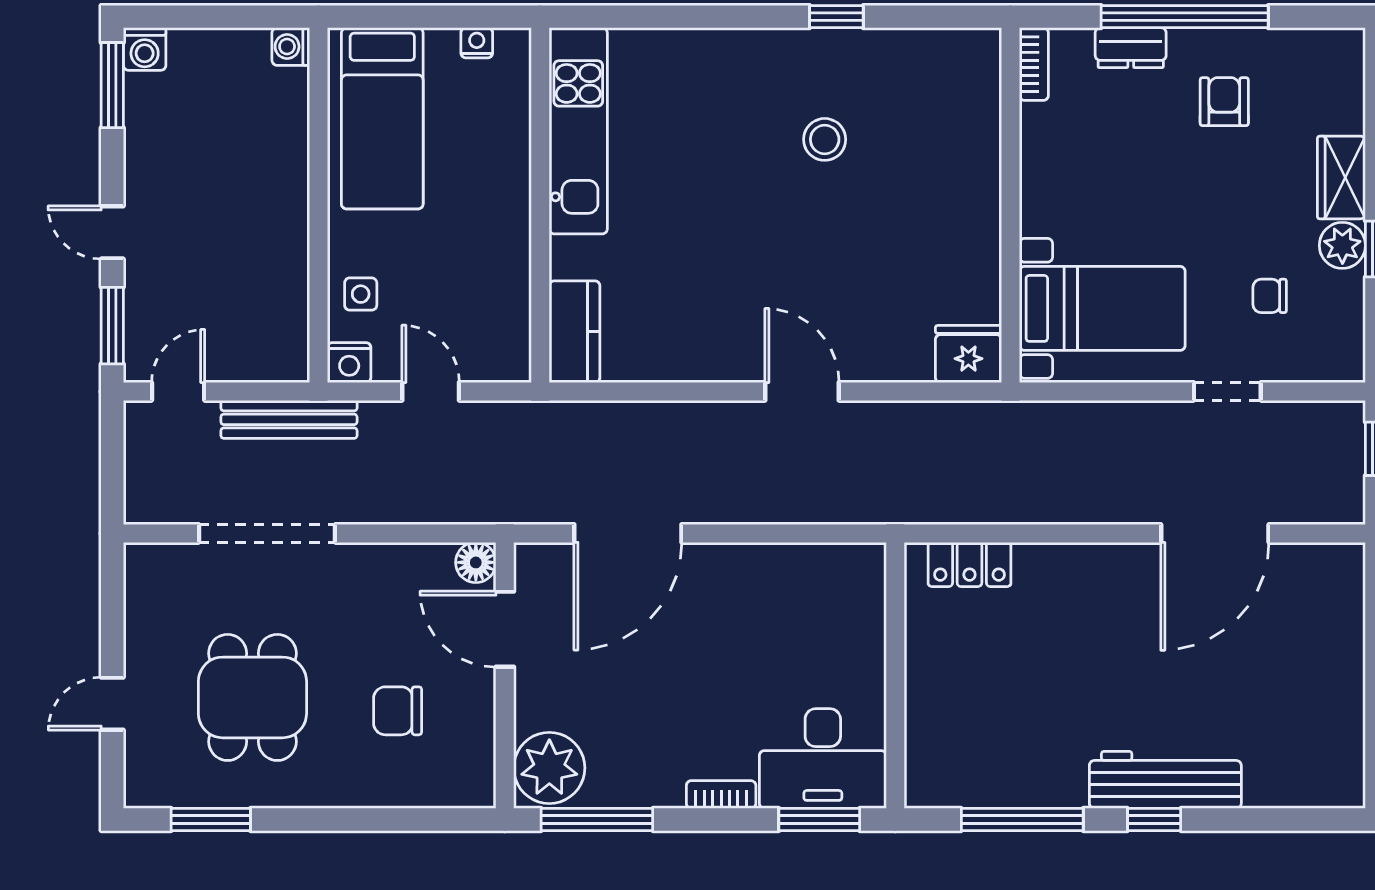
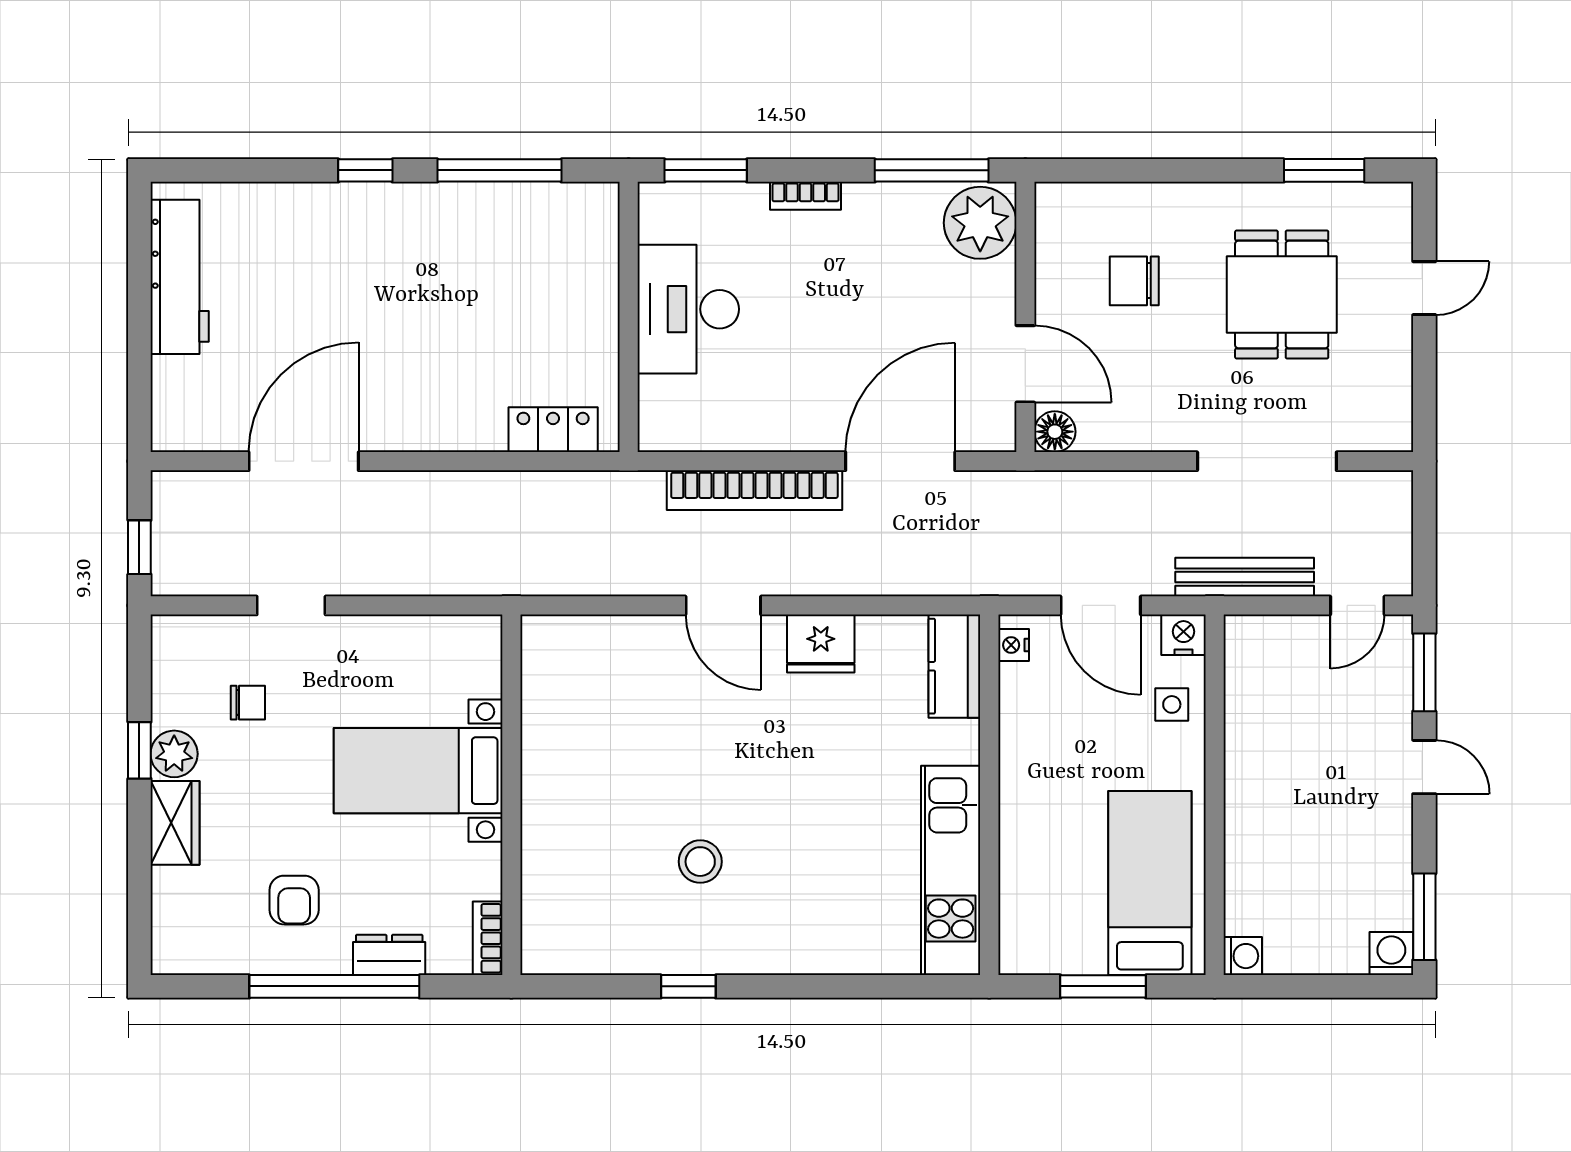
window: (428, 17) -> (1103, 986), added
nightstand: (477, 43) -> (1014, 645), moved, turned 90
bed with nightstands: (1102, 308) -> (418, 771), moved
fridge: (968, 354) -> (821, 643), moved
door: (431, 391) -> (1101, 605), width x1.38
bookcase: (771, 505) -> (754, 490), added
chair: (398, 711) -> (1134, 281), turned 180
desk: (823, 759) -> (688, 309), moved, turned -90
workbench: (1165, 780) -> (180, 277), moved, turned -90

